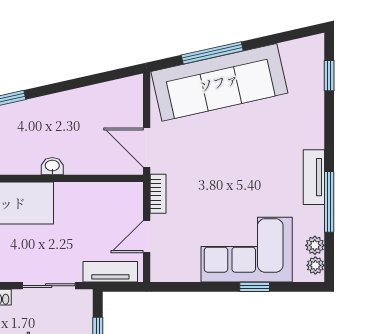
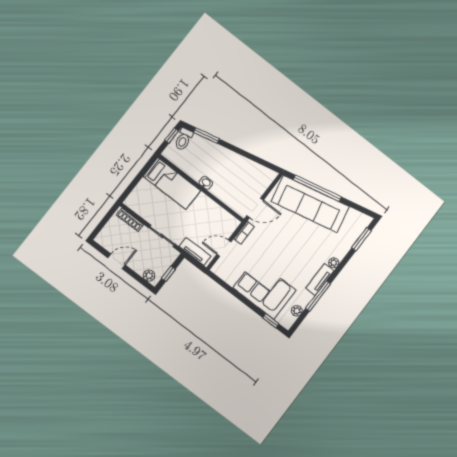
window: (212, 53) -> (317, 188), width x1.46
window: (329, 76) -> (361, 239), width x1.50
door: (147, 148) -> (255, 208), swing flipped
plant: (315, 265) -> (334, 263), moved
window: (255, 287) -> (271, 321), moved

